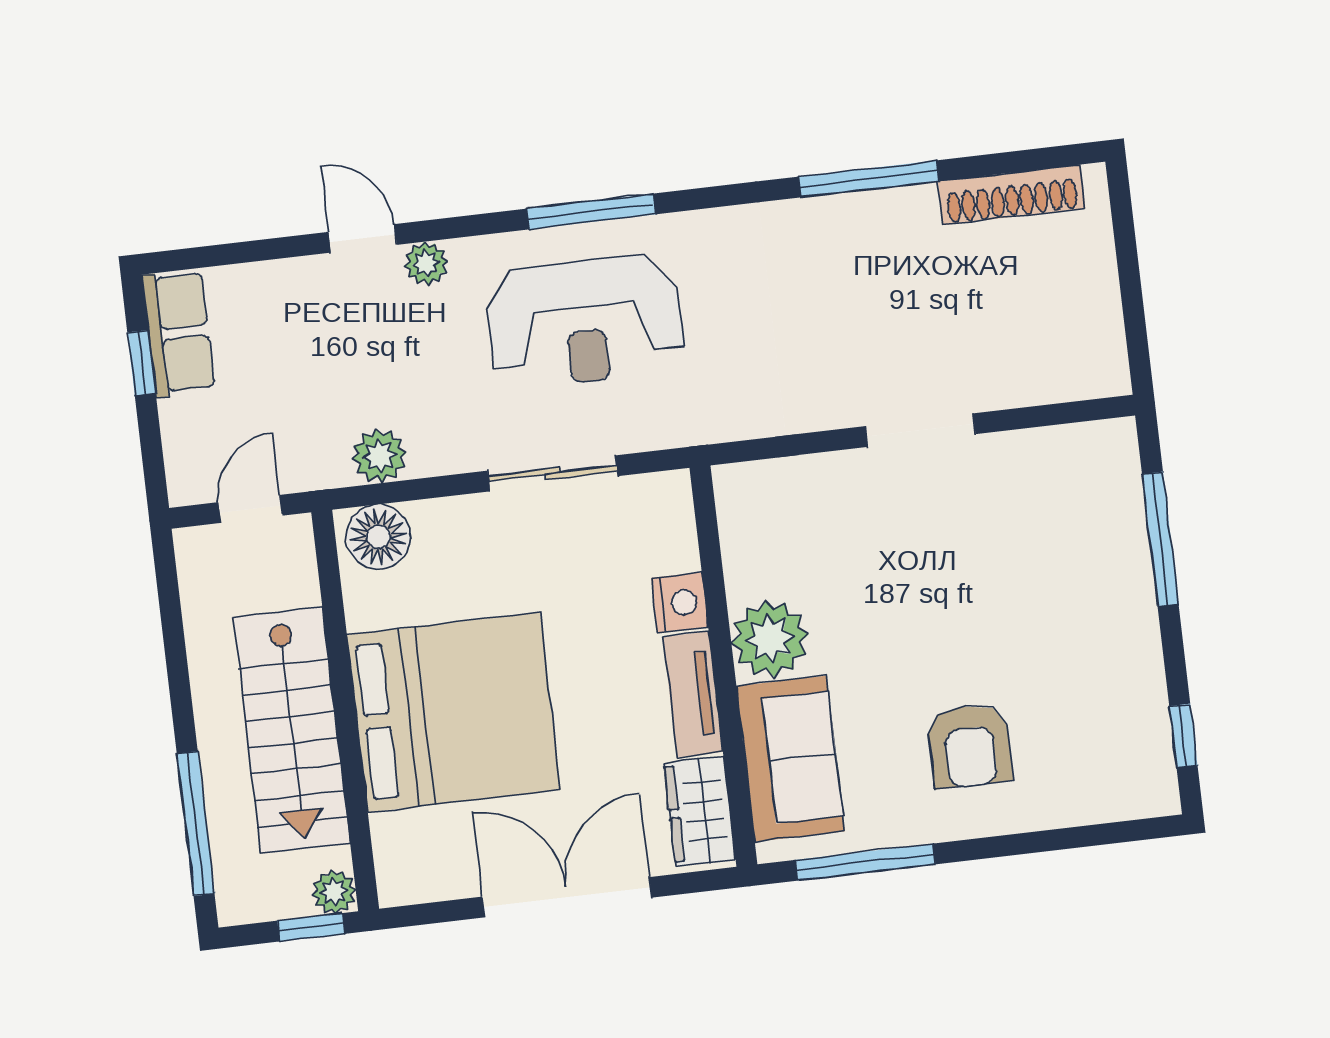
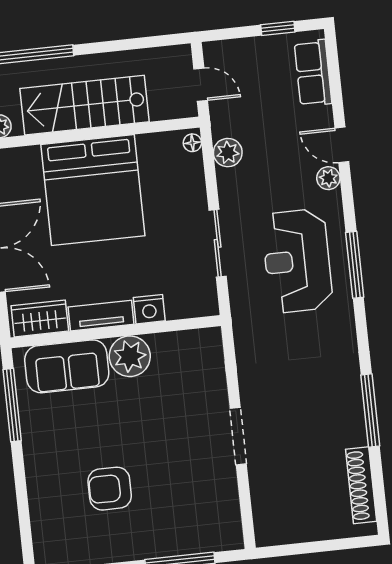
door: (363, 238) -> (342, 145), swing flipped
row of seats: (178, 333) -> (313, 73), moved, turned 90
floor lamp: (378, 537) -> (192, 143), width x0.53, depth x0.53
armchair: (970, 746) -> (110, 489), moved

